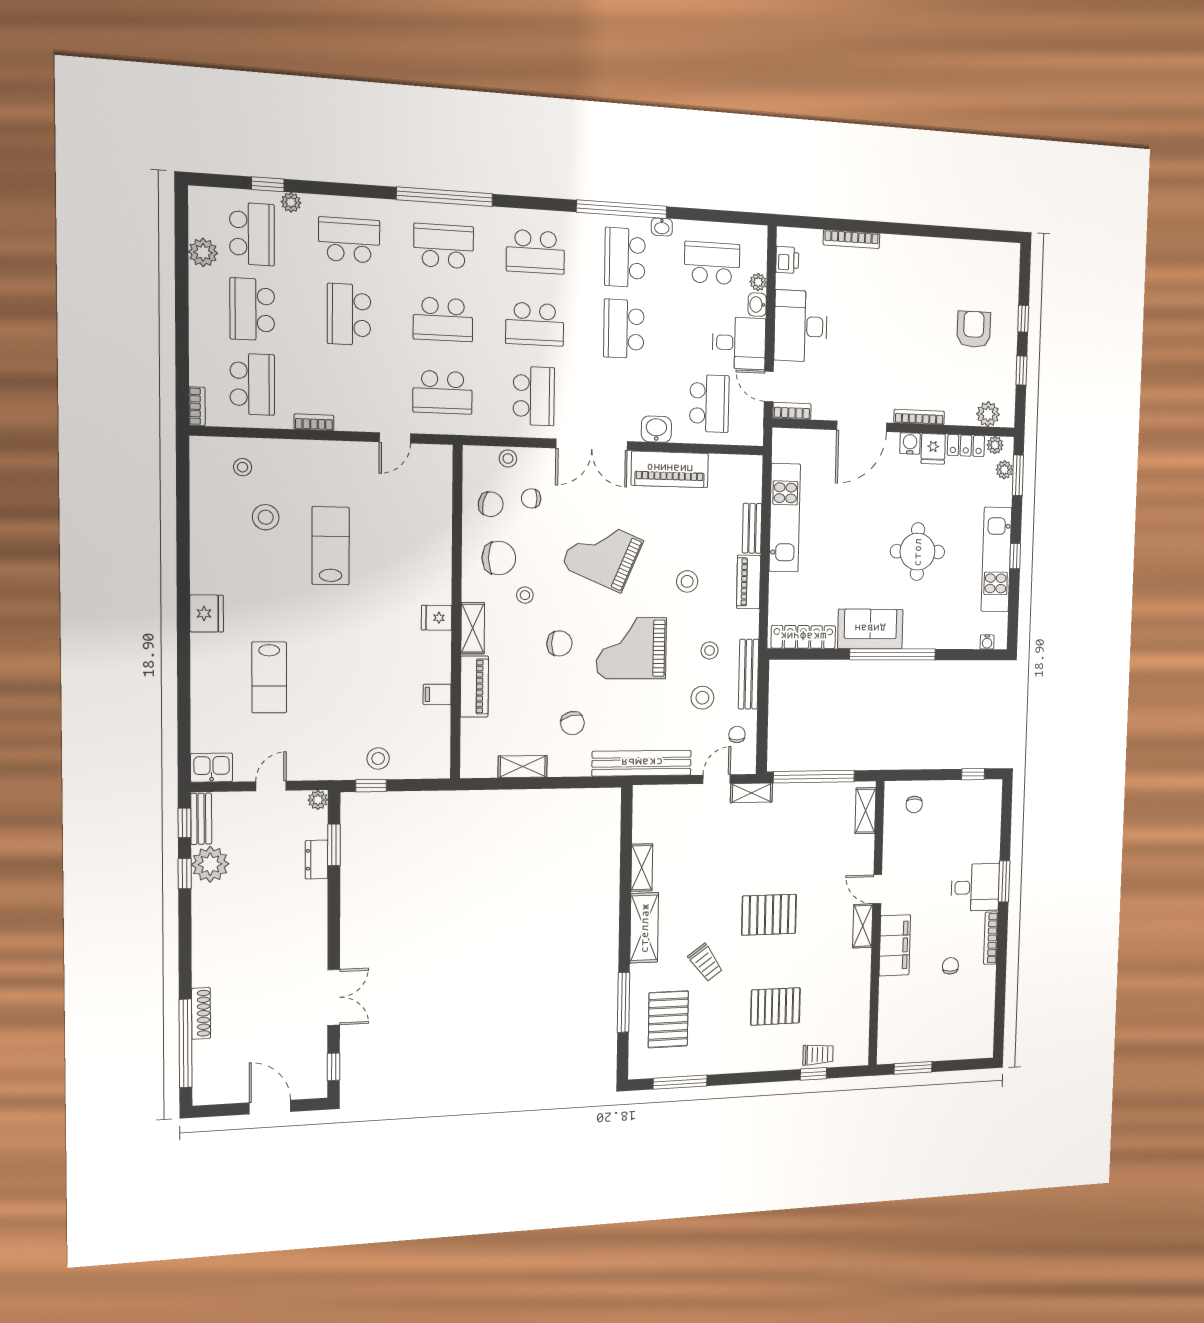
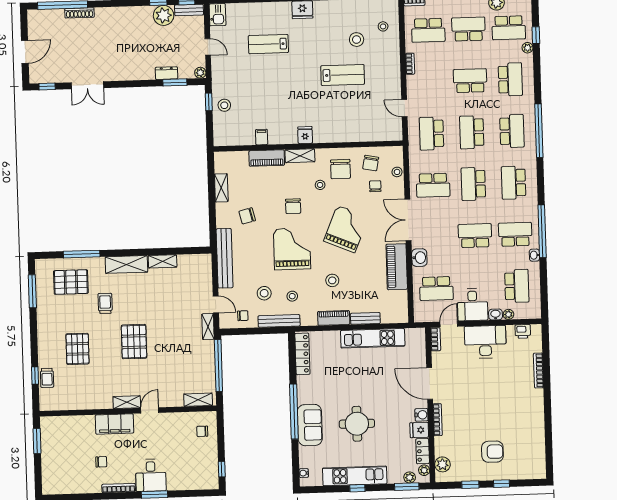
sofa: (870, 629) -> (310, 425), moved
trolley: (706, 963) -> (105, 303), turned 126

